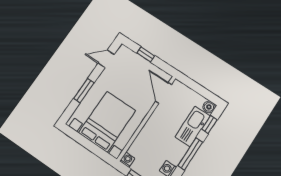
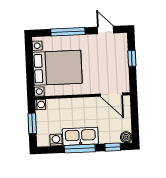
window: (84, 91) -> (68, 32), width x1.44
door: (164, 93) -> (111, 95), swing flipped
kitchen sink: (193, 126) -> (80, 136), moved

